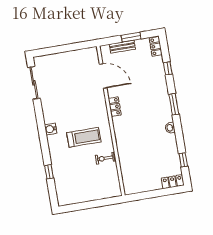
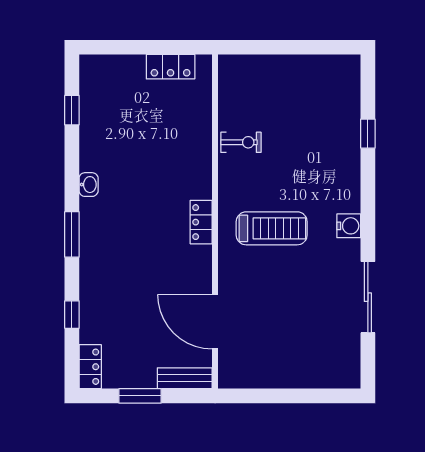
bench: (122, 47) -> (185, 378), moved
sliding door: (34, 83) -> (368, 297), moved
locker: (115, 107) -> (201, 222), moved
treadmill: (84, 137) -> (272, 228), moved, turned 180
locker: (172, 182) -> (171, 67), moved

